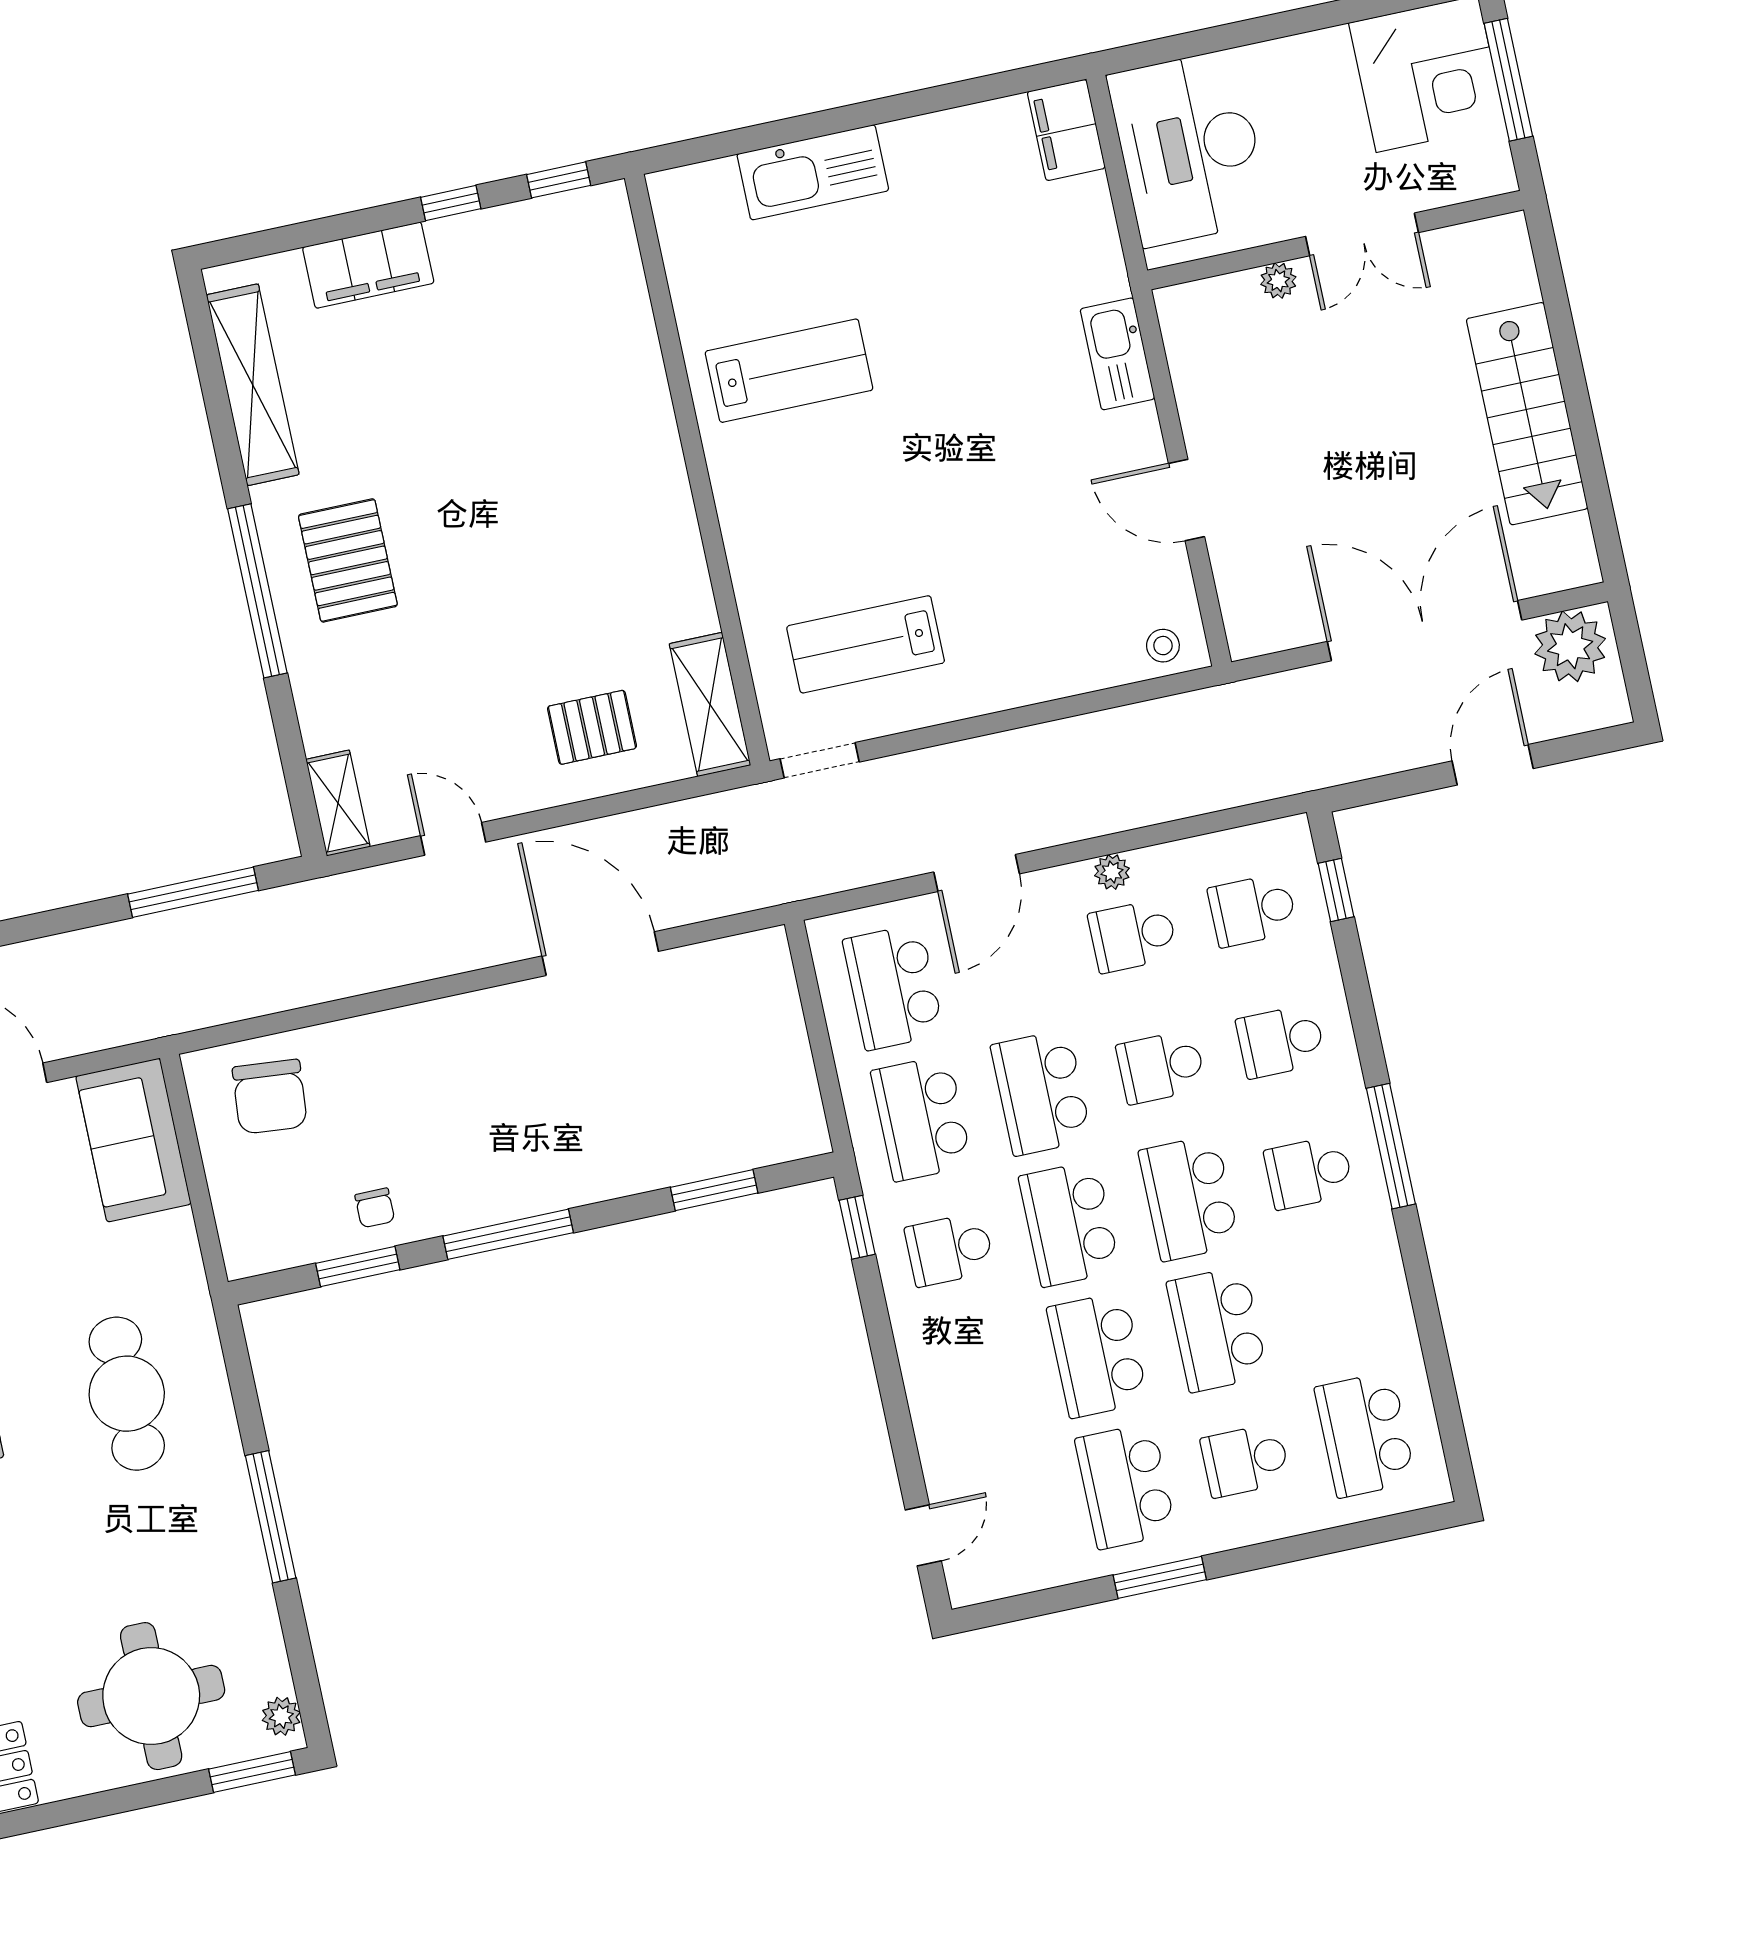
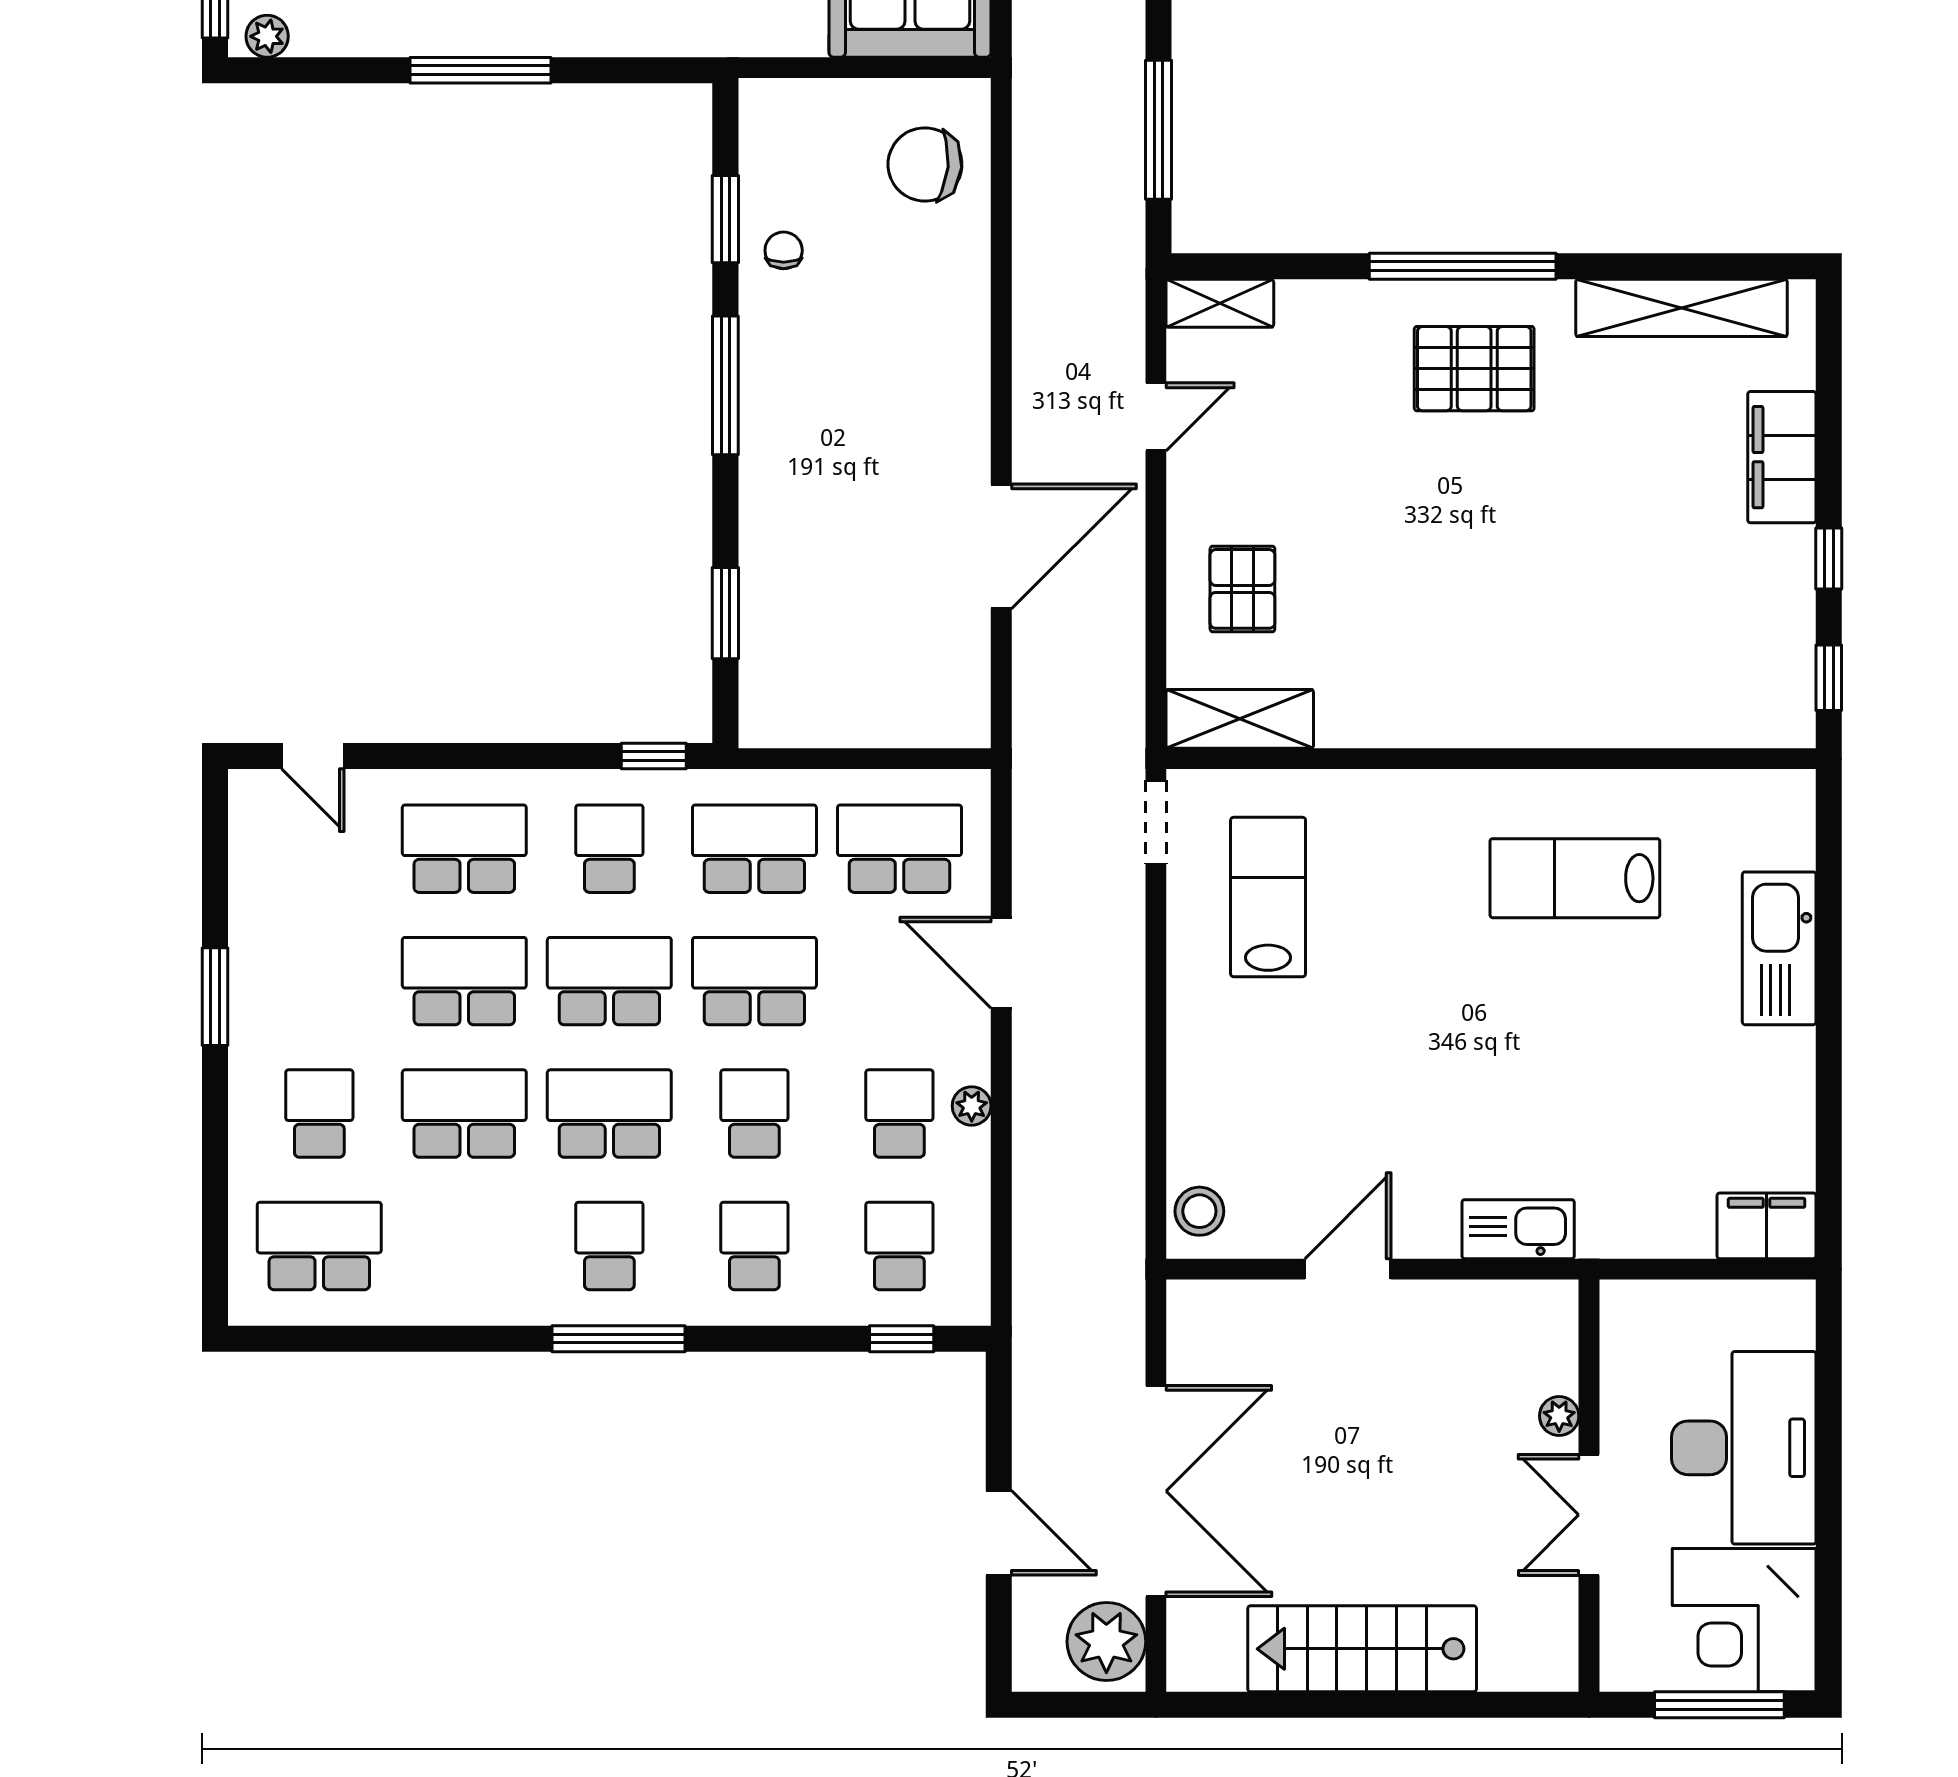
desk: (1189, 148) -> (1744, 1448), moved, turned 90
lab bench: (789, 371) -> (1575, 878), turned 90
stool: (1163, 646) -> (1199, 1211), width x1.37, depth x1.37
chair: (375, 1208) -> (784, 250), turned 90
school desk: (1126, 1486) -> (464, 849), moved

